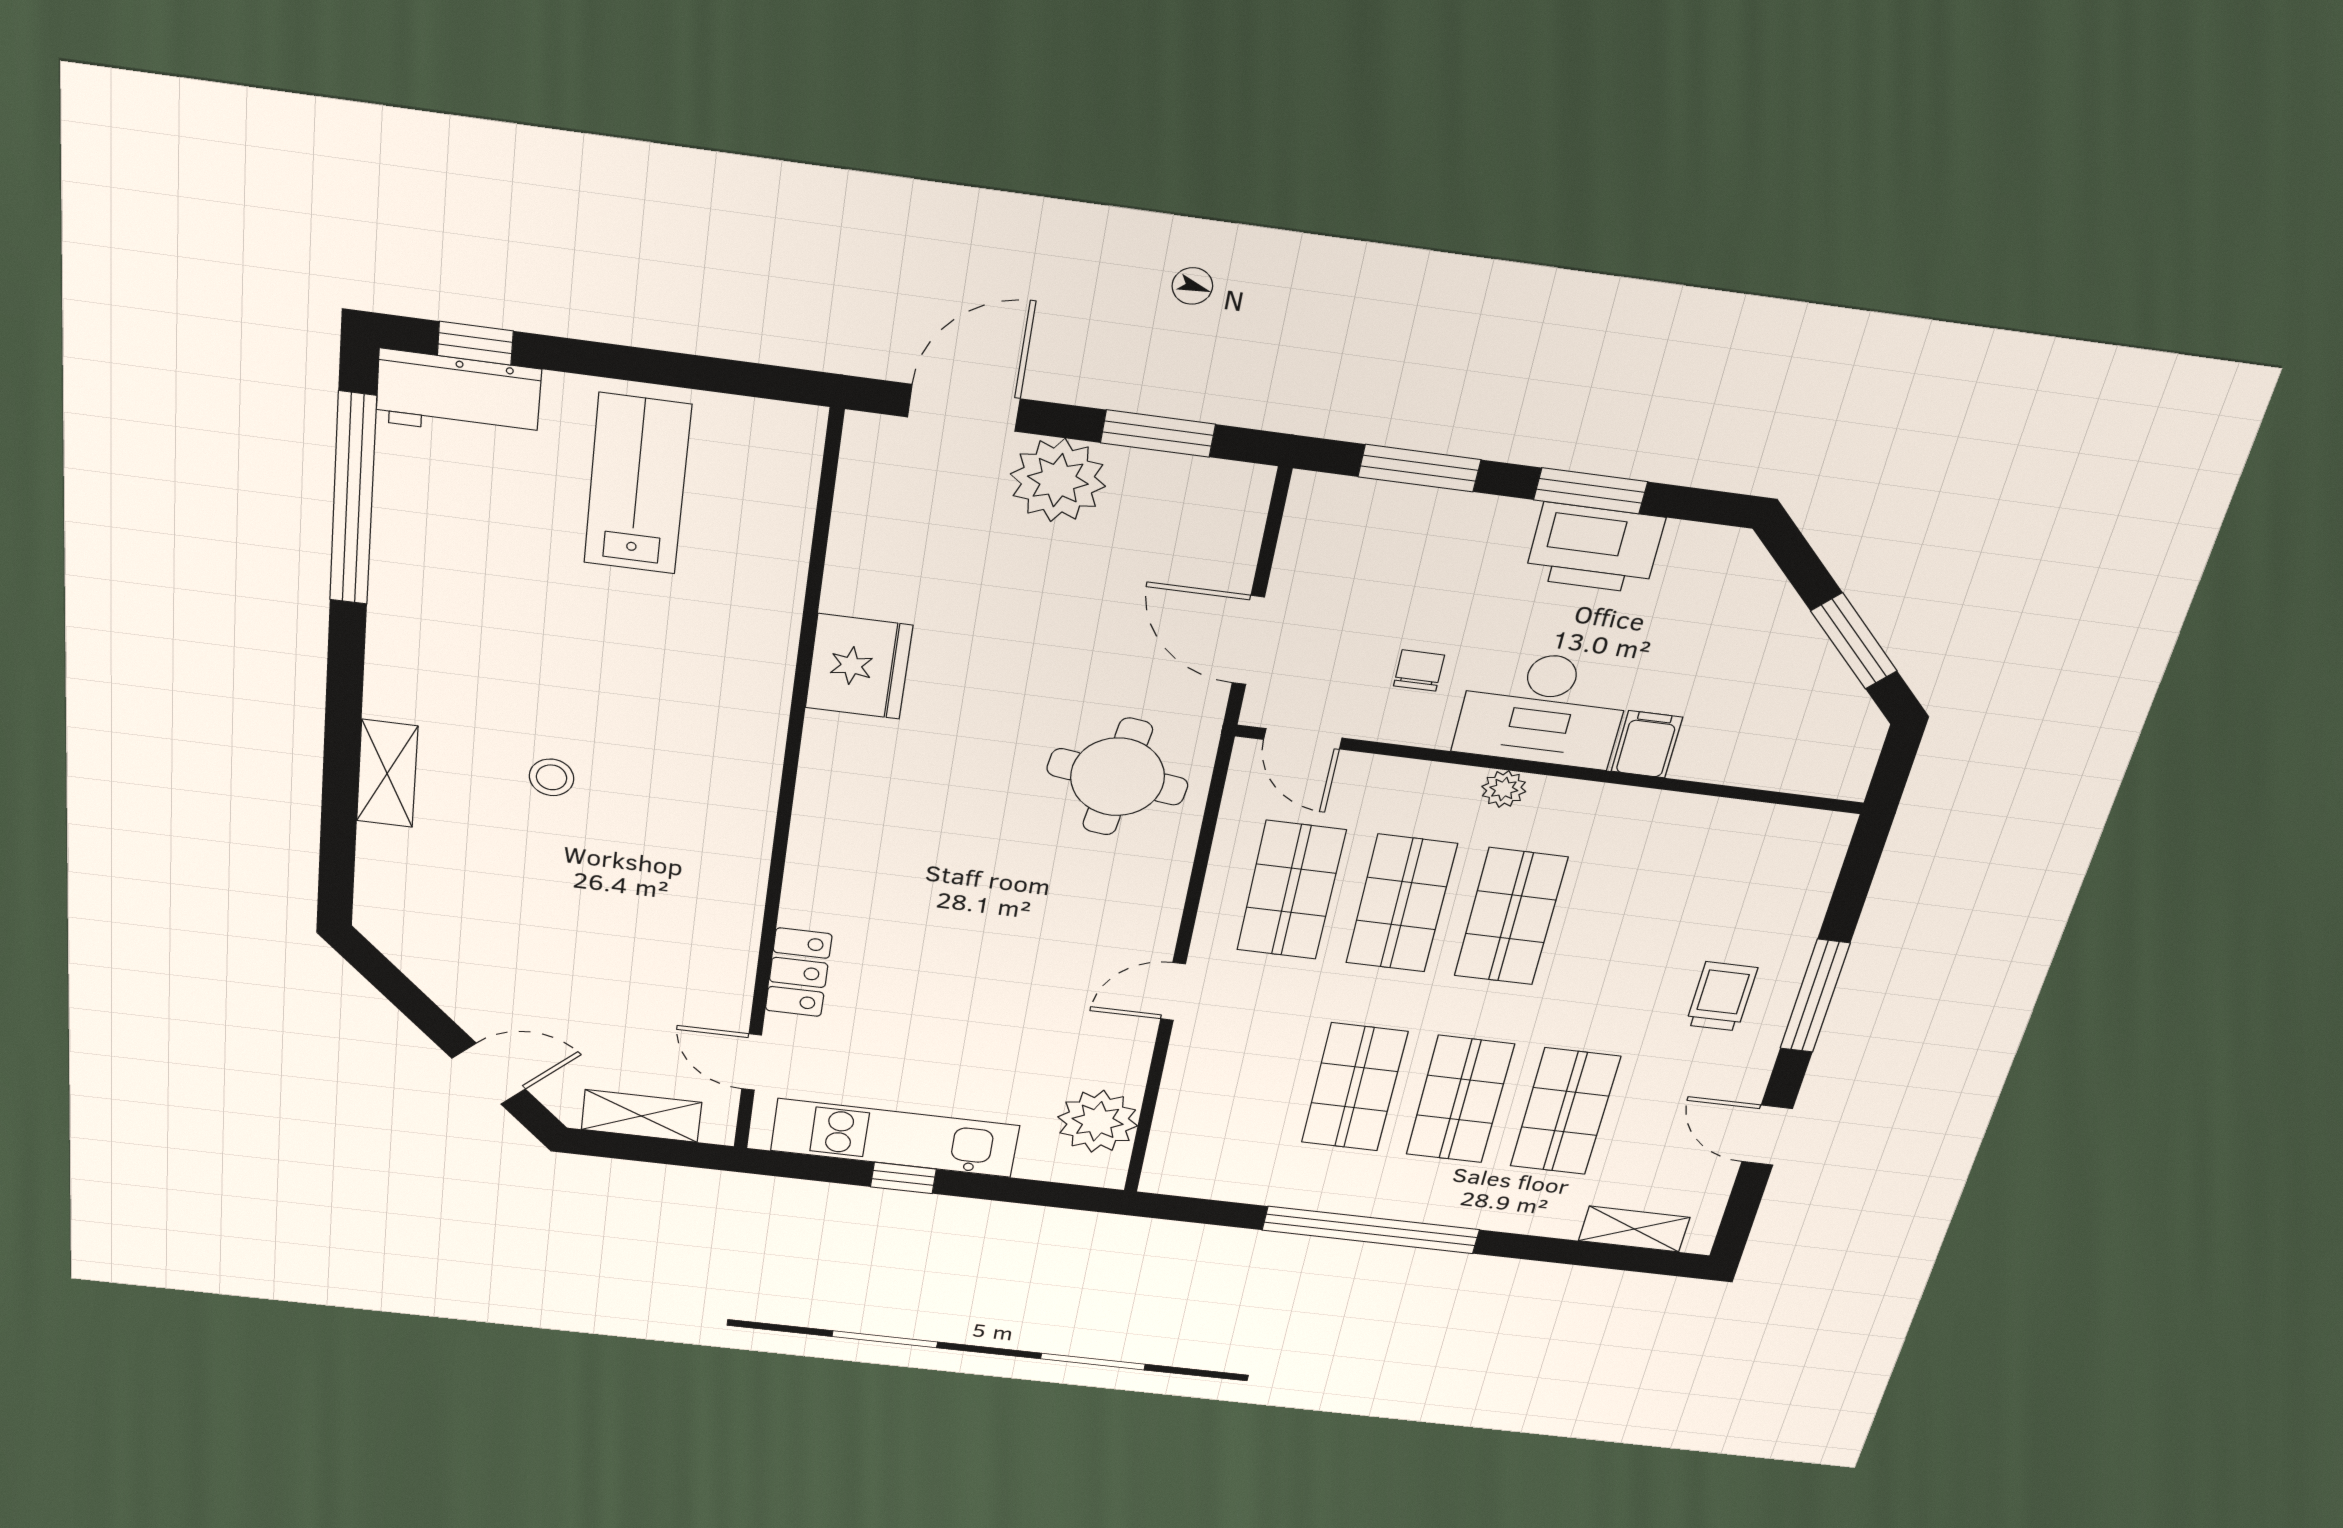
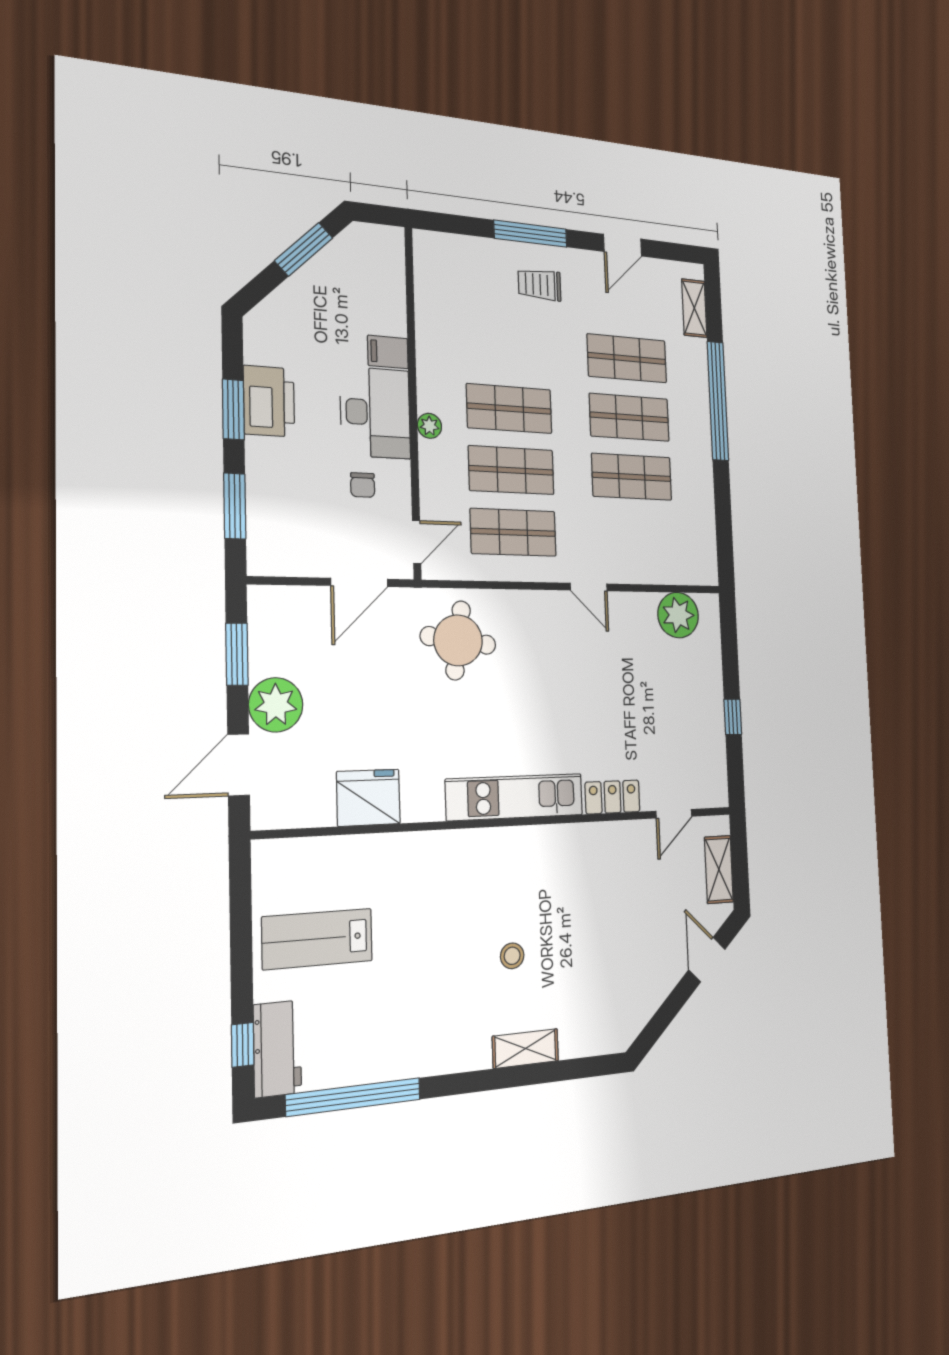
door: (964, 408) -> (239, 765), hinge flipped
fridge: (859, 667) -> (368, 798), moved
chair: (1419, 671) -> (363, 485), turned -90
kitchen unit: (895, 1138) -> (515, 797), moved, turned 90
window: (1371, 1230) -> (718, 401), moved

